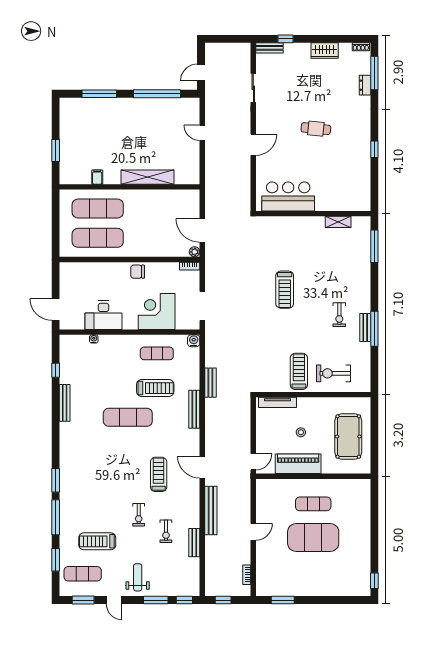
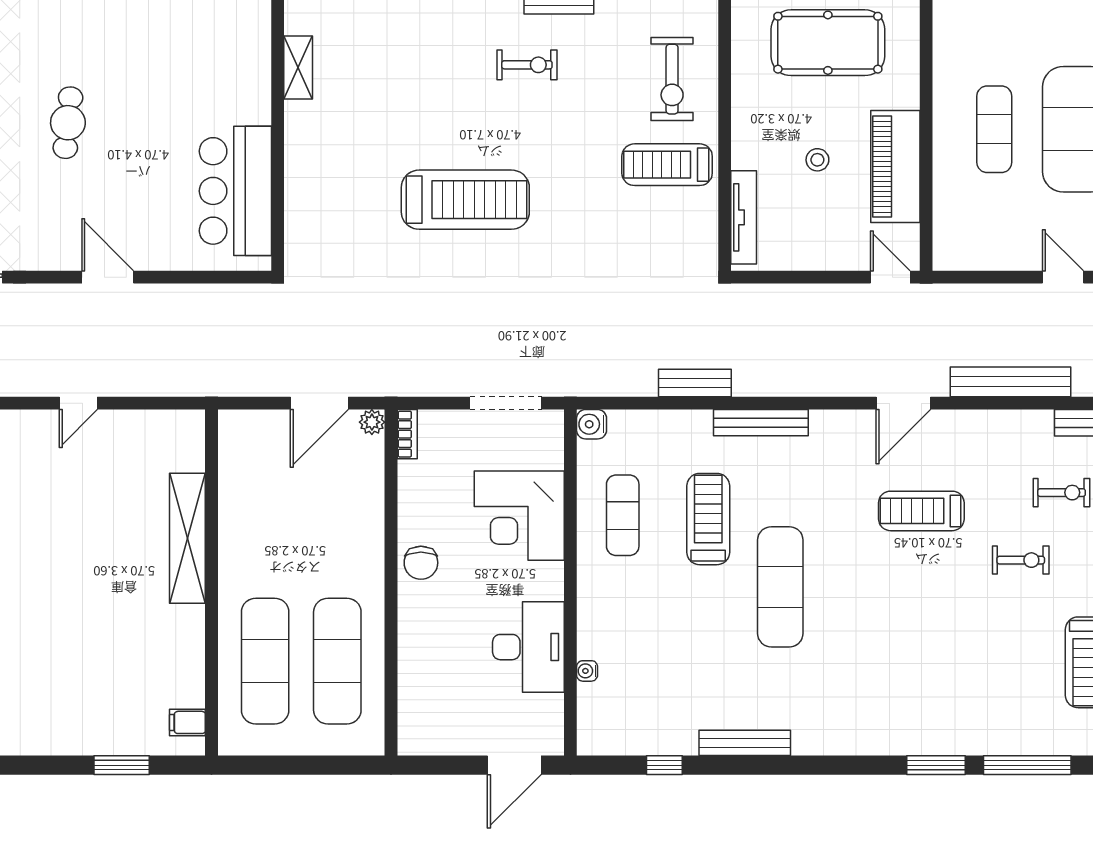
filing cabinet: (97, 177) -> (187, 722), moved
treadmill: (285, 290) -> (465, 200), width x1.37, depth x1.38

